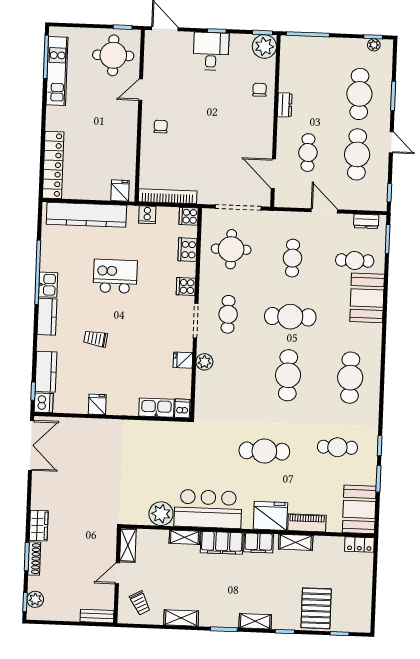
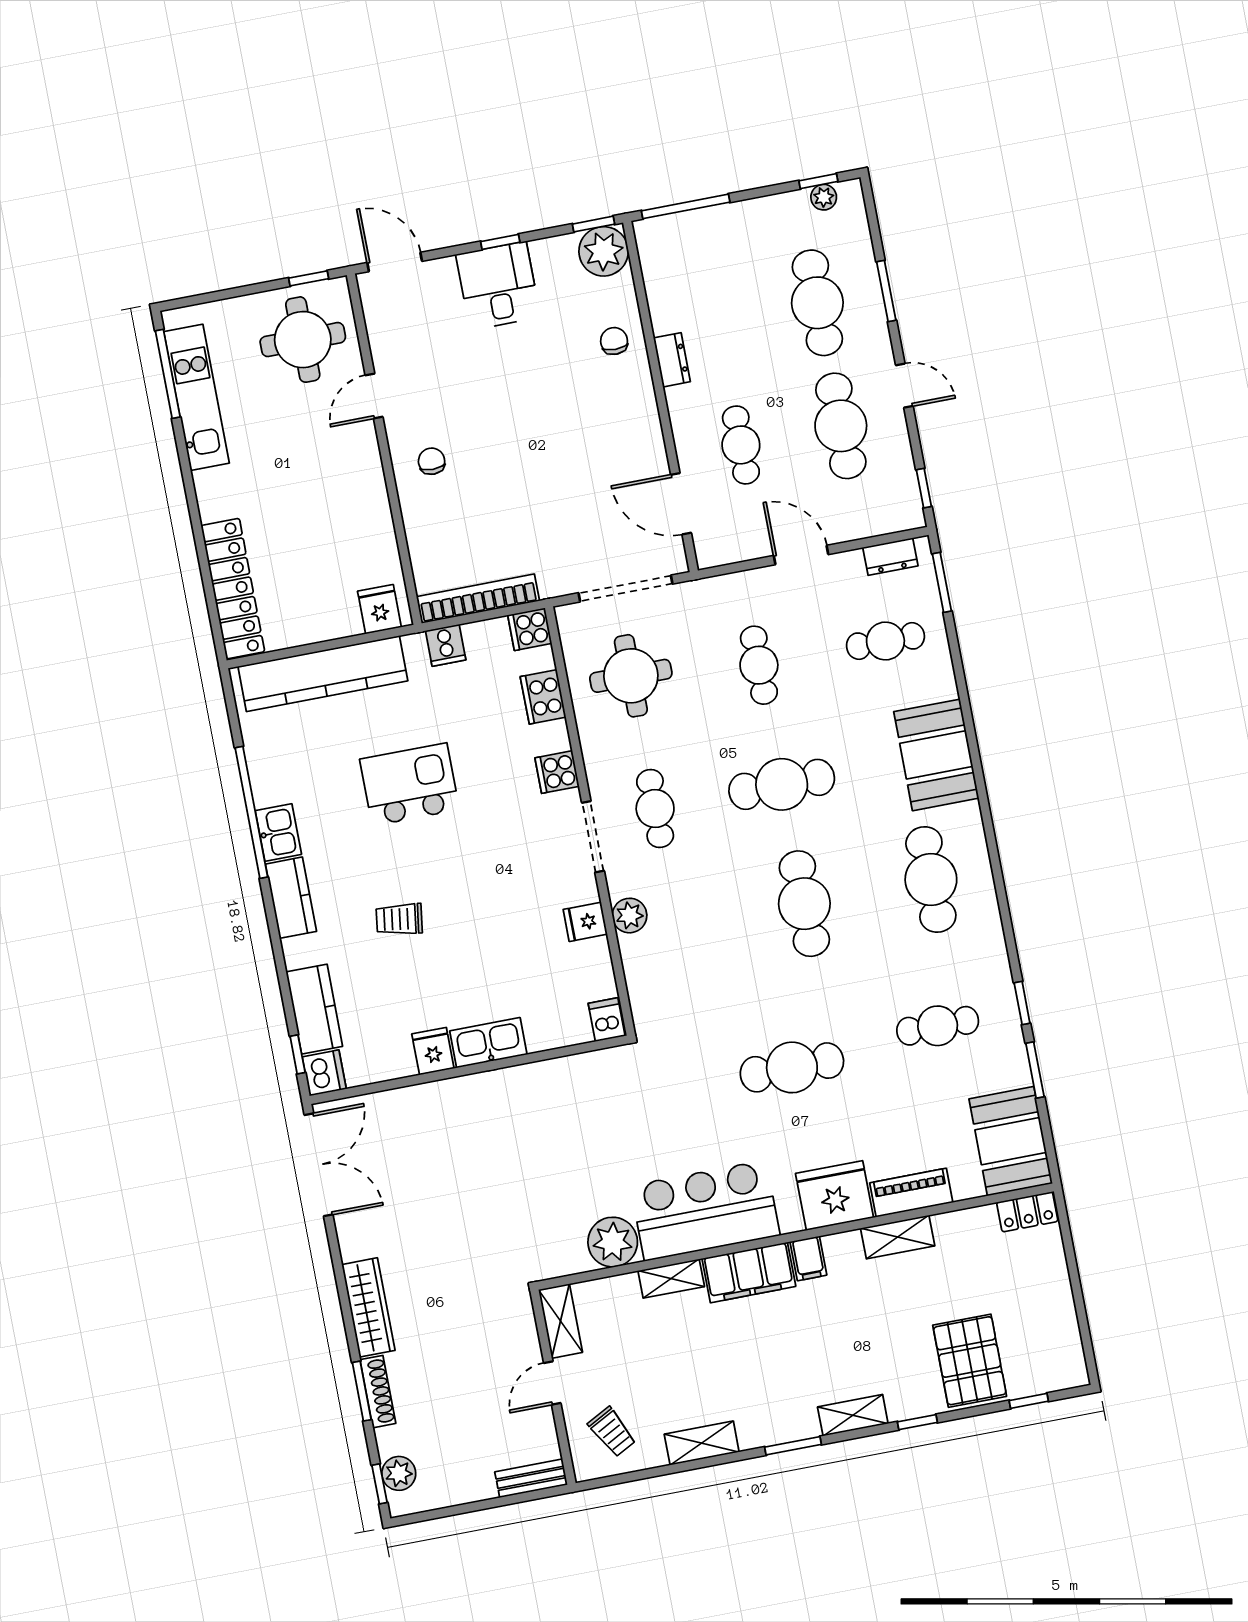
booth: (367, 298) -> (936, 755), moved
kitchen sink: (156, 408) -> (488, 1043), moved
wardrobe: (39, 526) -> (368, 1307), width x1.50
filing cabinet: (259, 543) -> (808, 1258), width x0.50

